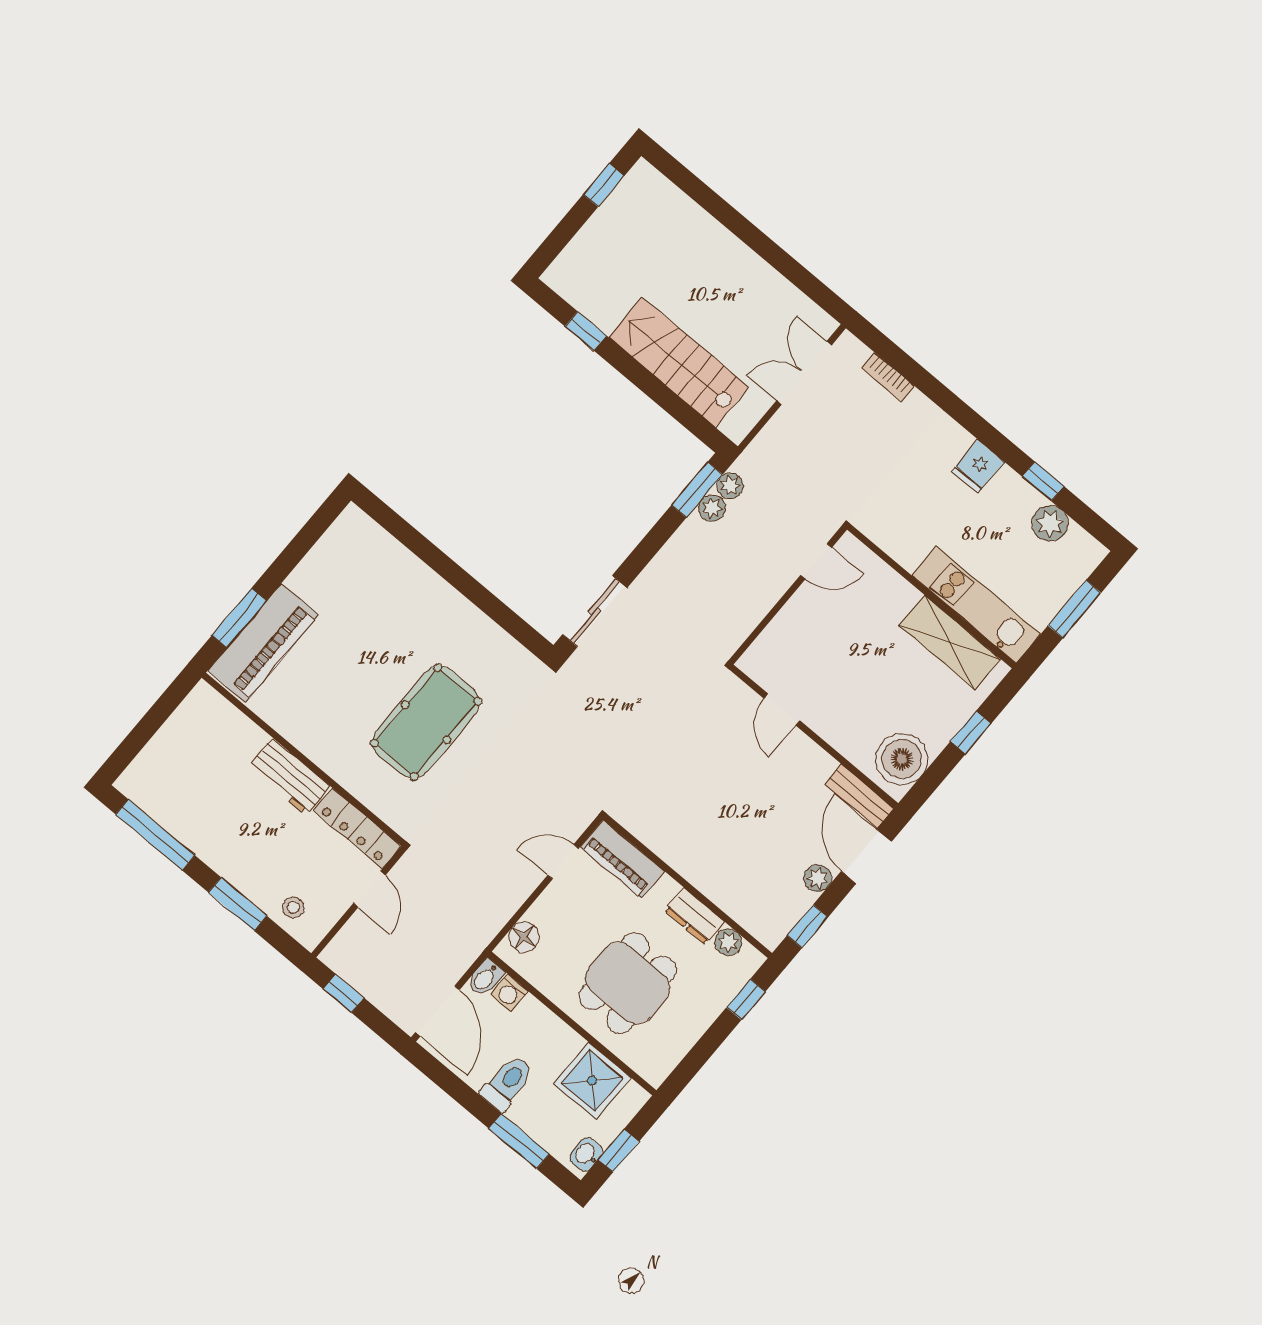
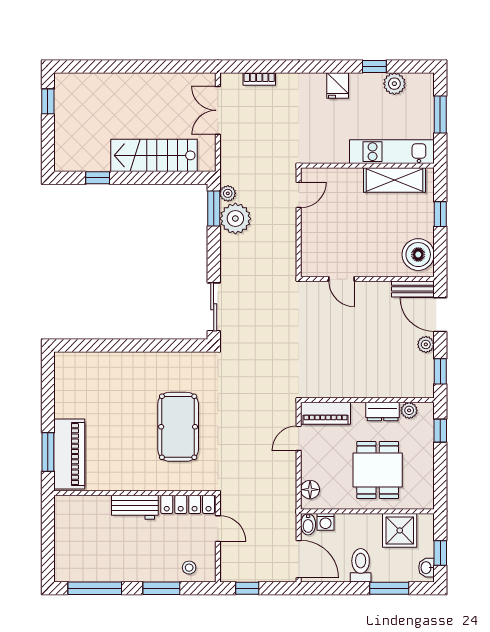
plant: (712, 508) -> (235, 219), width x1.88, depth x1.88

